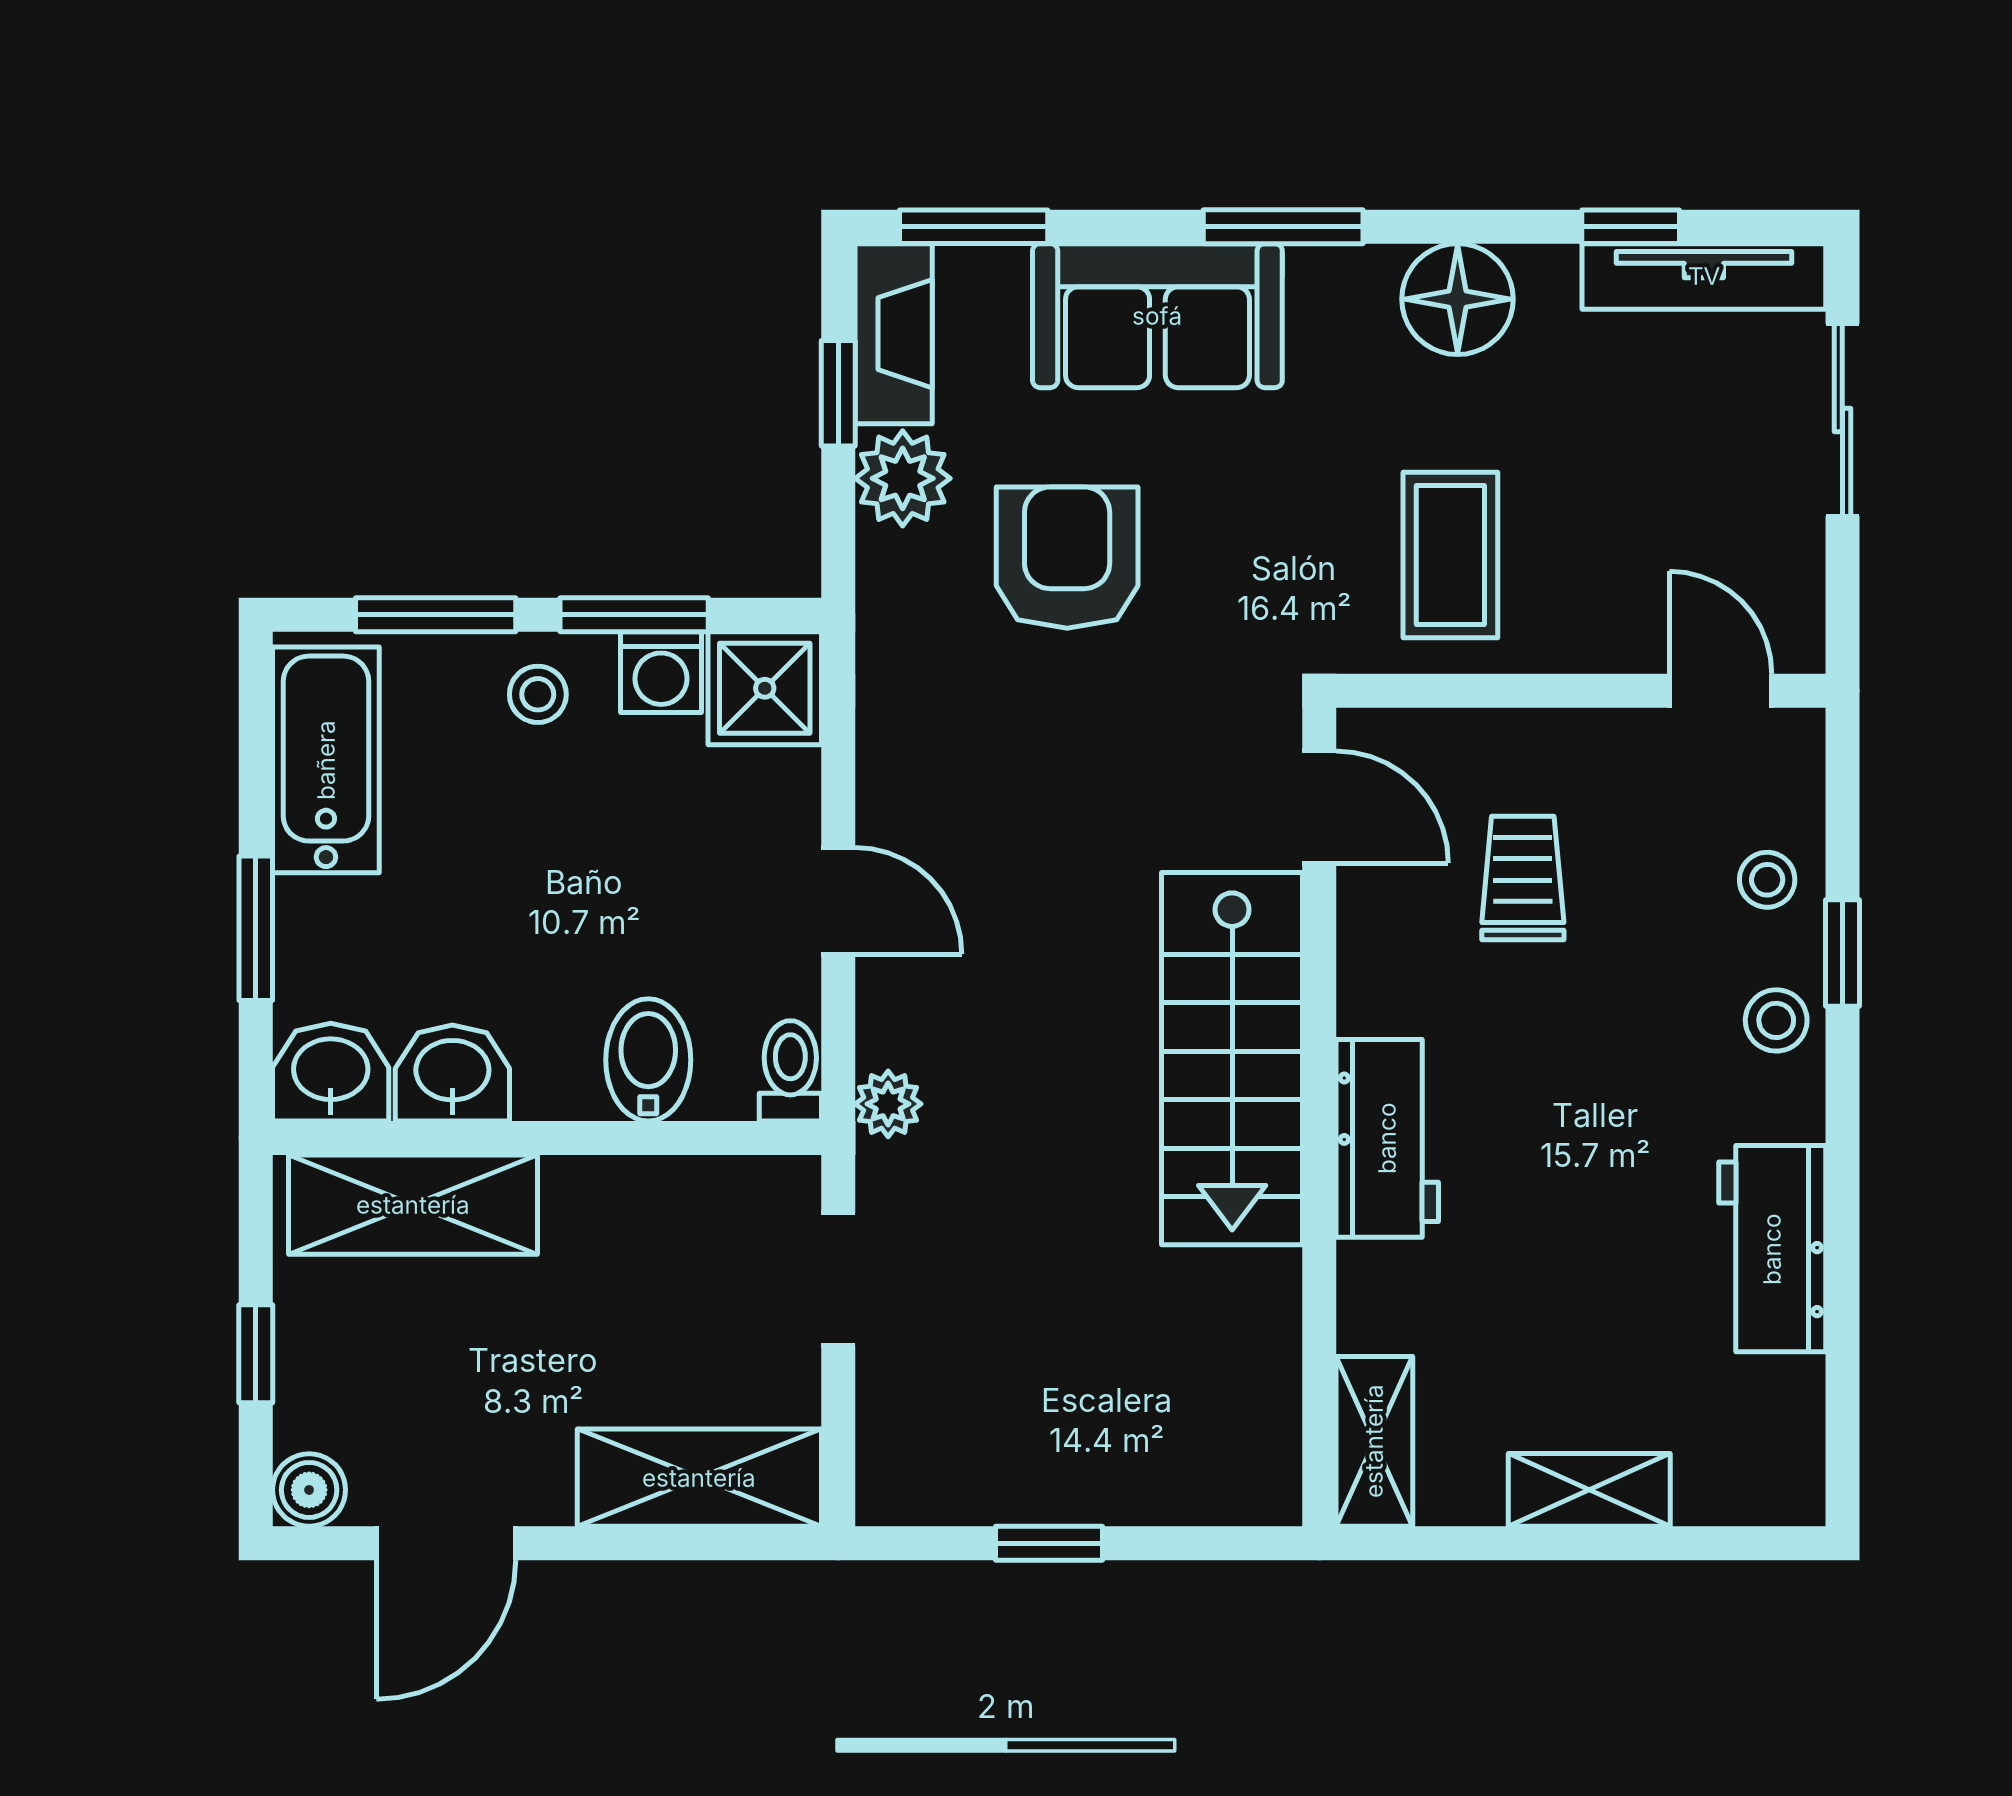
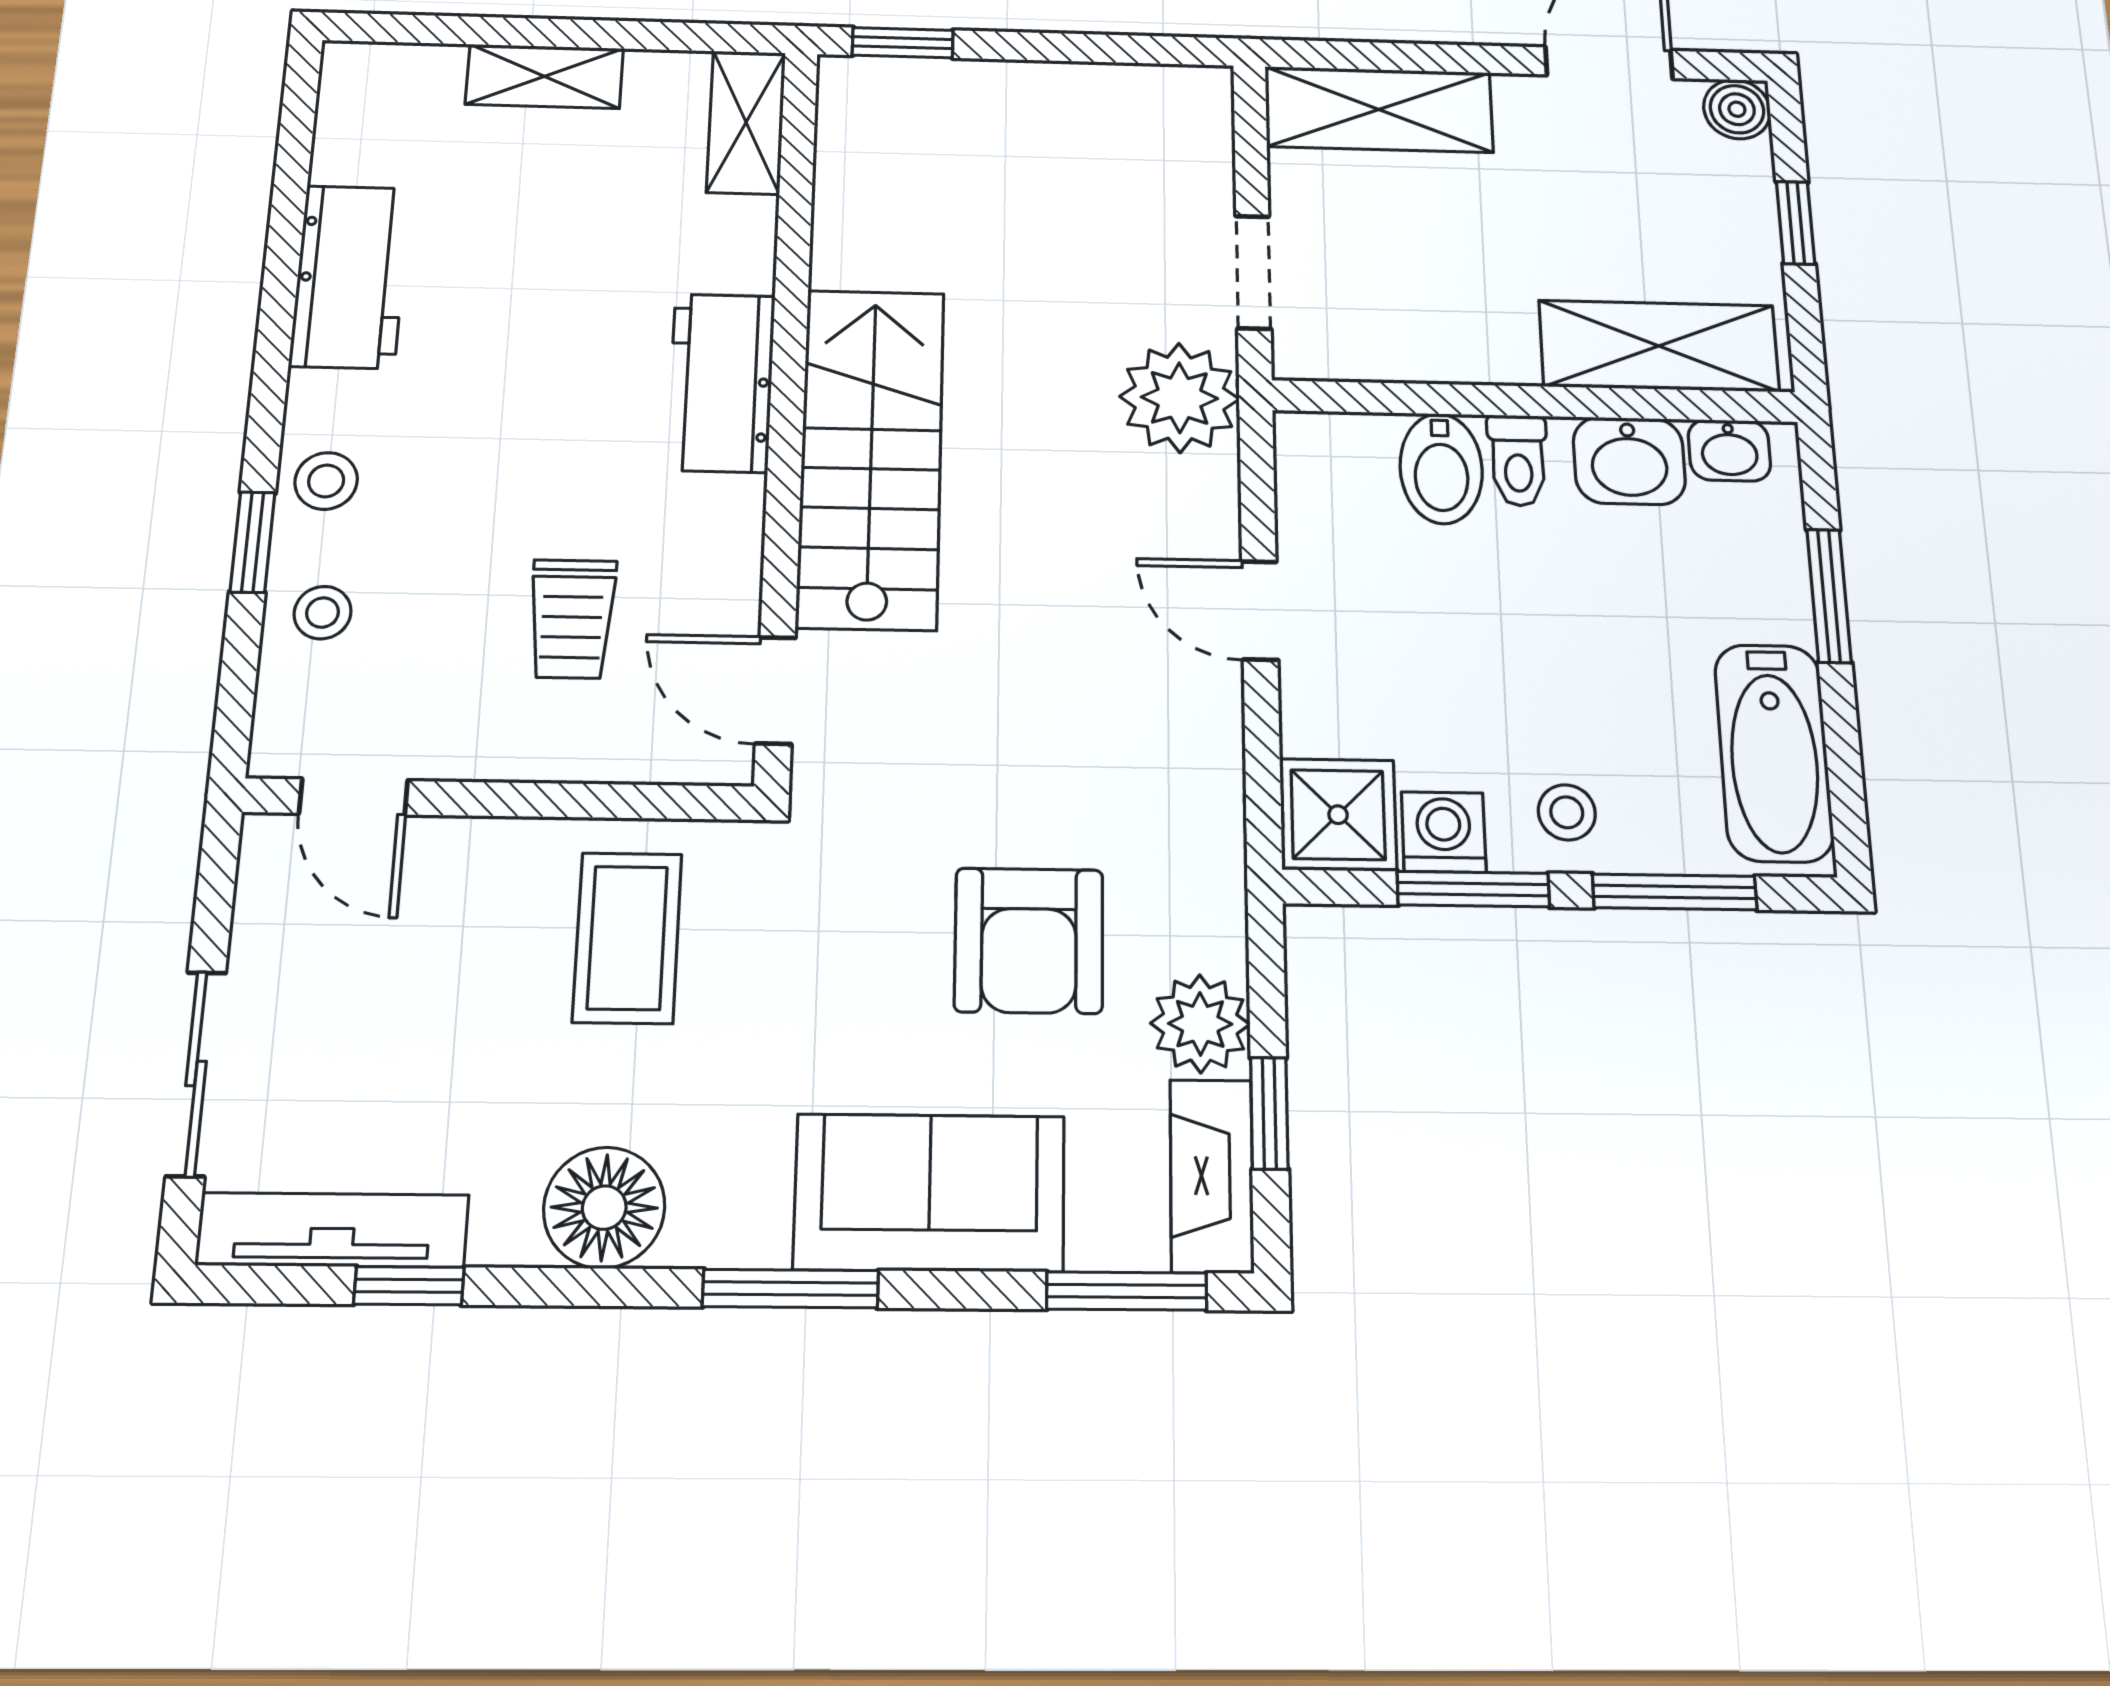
toilet: (790, 1071) -> (1518, 460), moved
washbasin: (331, 1072) -> (1729, 450), width x0.72, depth x0.69
plant: (888, 1104) -> (1179, 398), width x1.88, depth x1.88
window: (1049, 1543) -> (903, 43), moved

